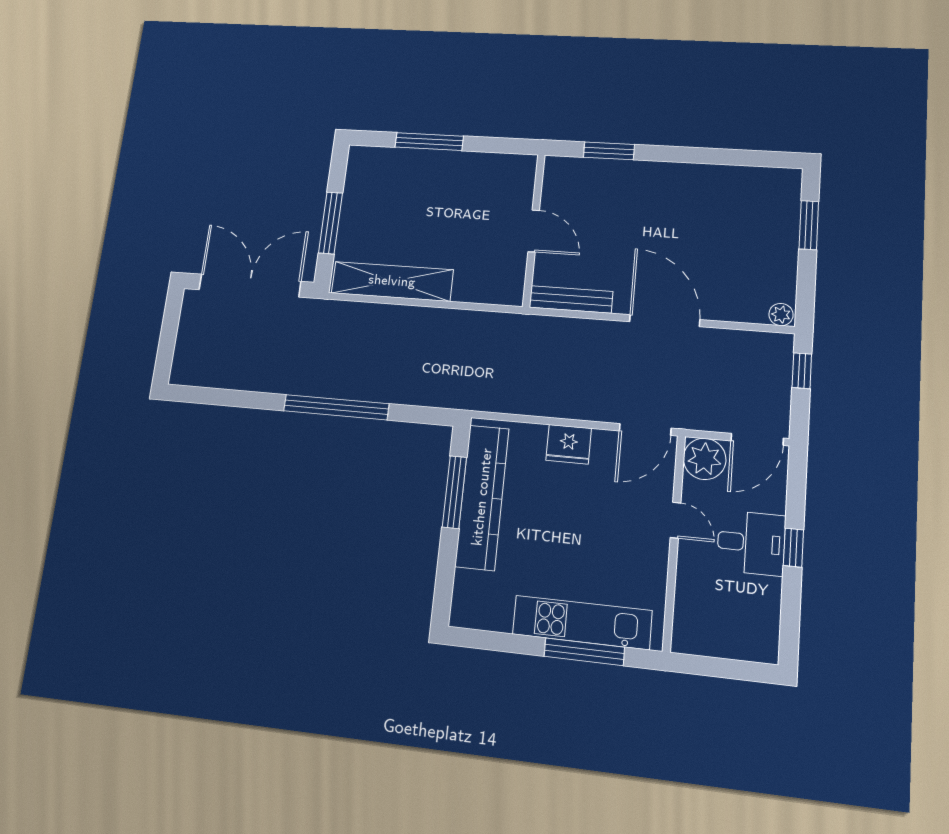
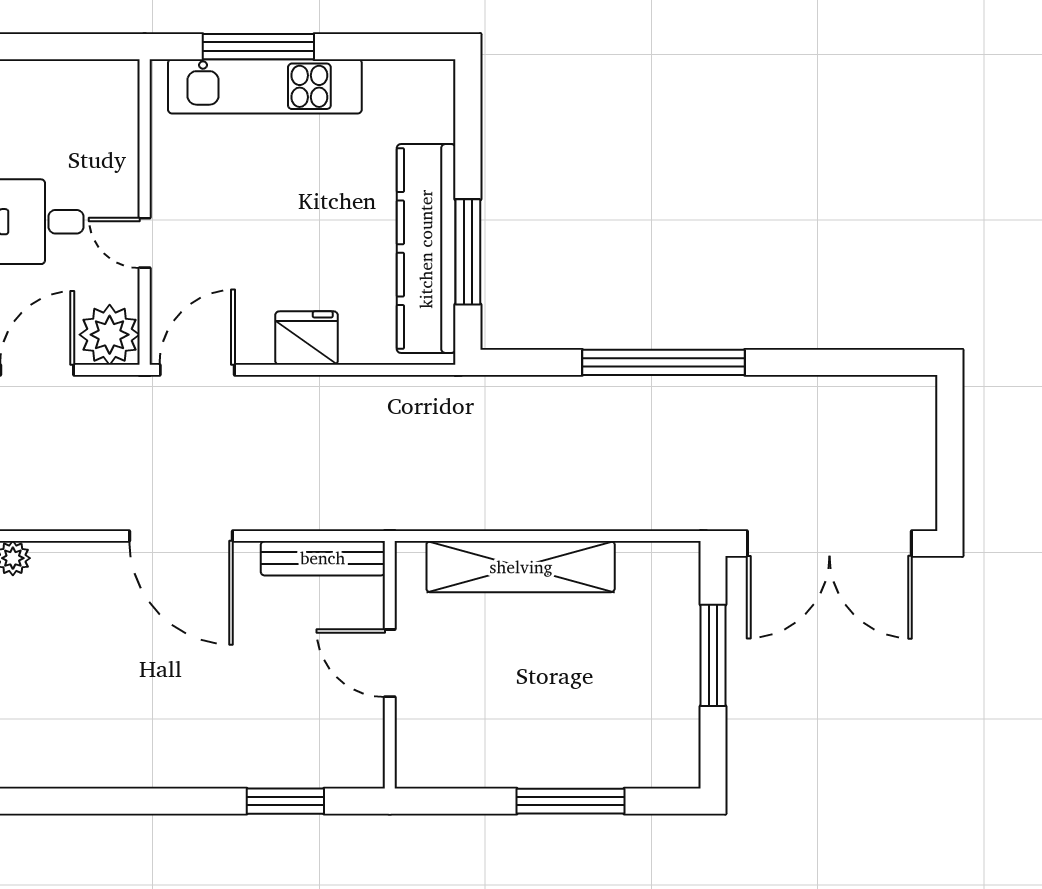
shelving: (392, 281) -> (521, 567), moved

